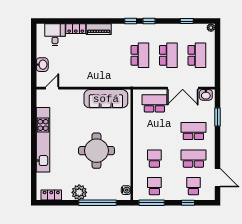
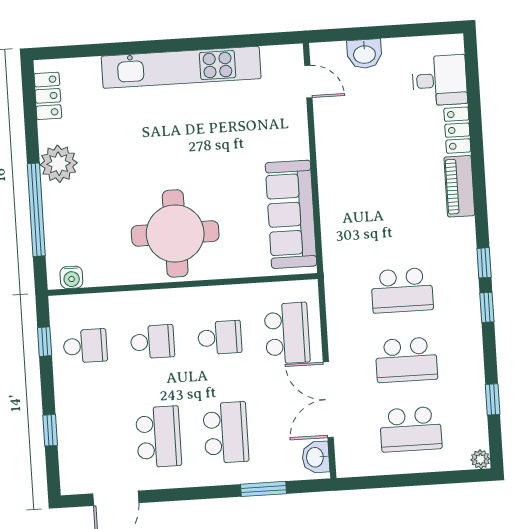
round table: (96, 151) -> (175, 233), moved
school desk: (193, 186) -> (220, 338), moved
window: (152, 203) -> (45, 342), width x0.46

